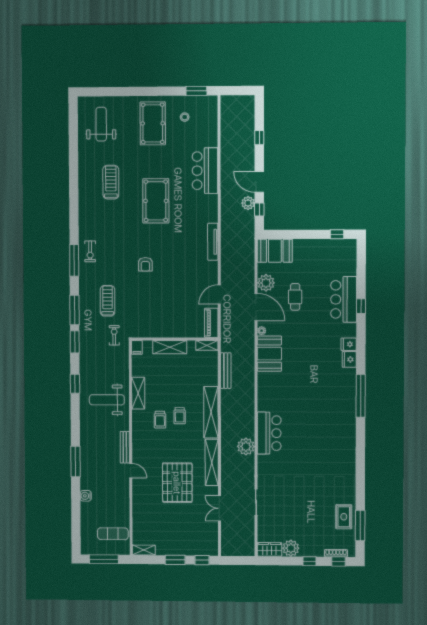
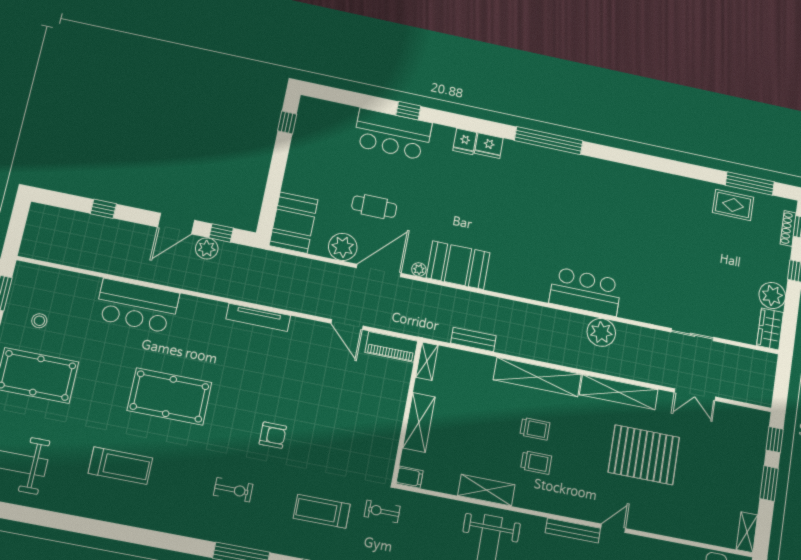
treadmill: (111, 182) -> (120, 466), turned 180
exercise bike: (90, 251) -> (233, 490), moved
bench: (226, 371) -> (473, 339), width x0.73

